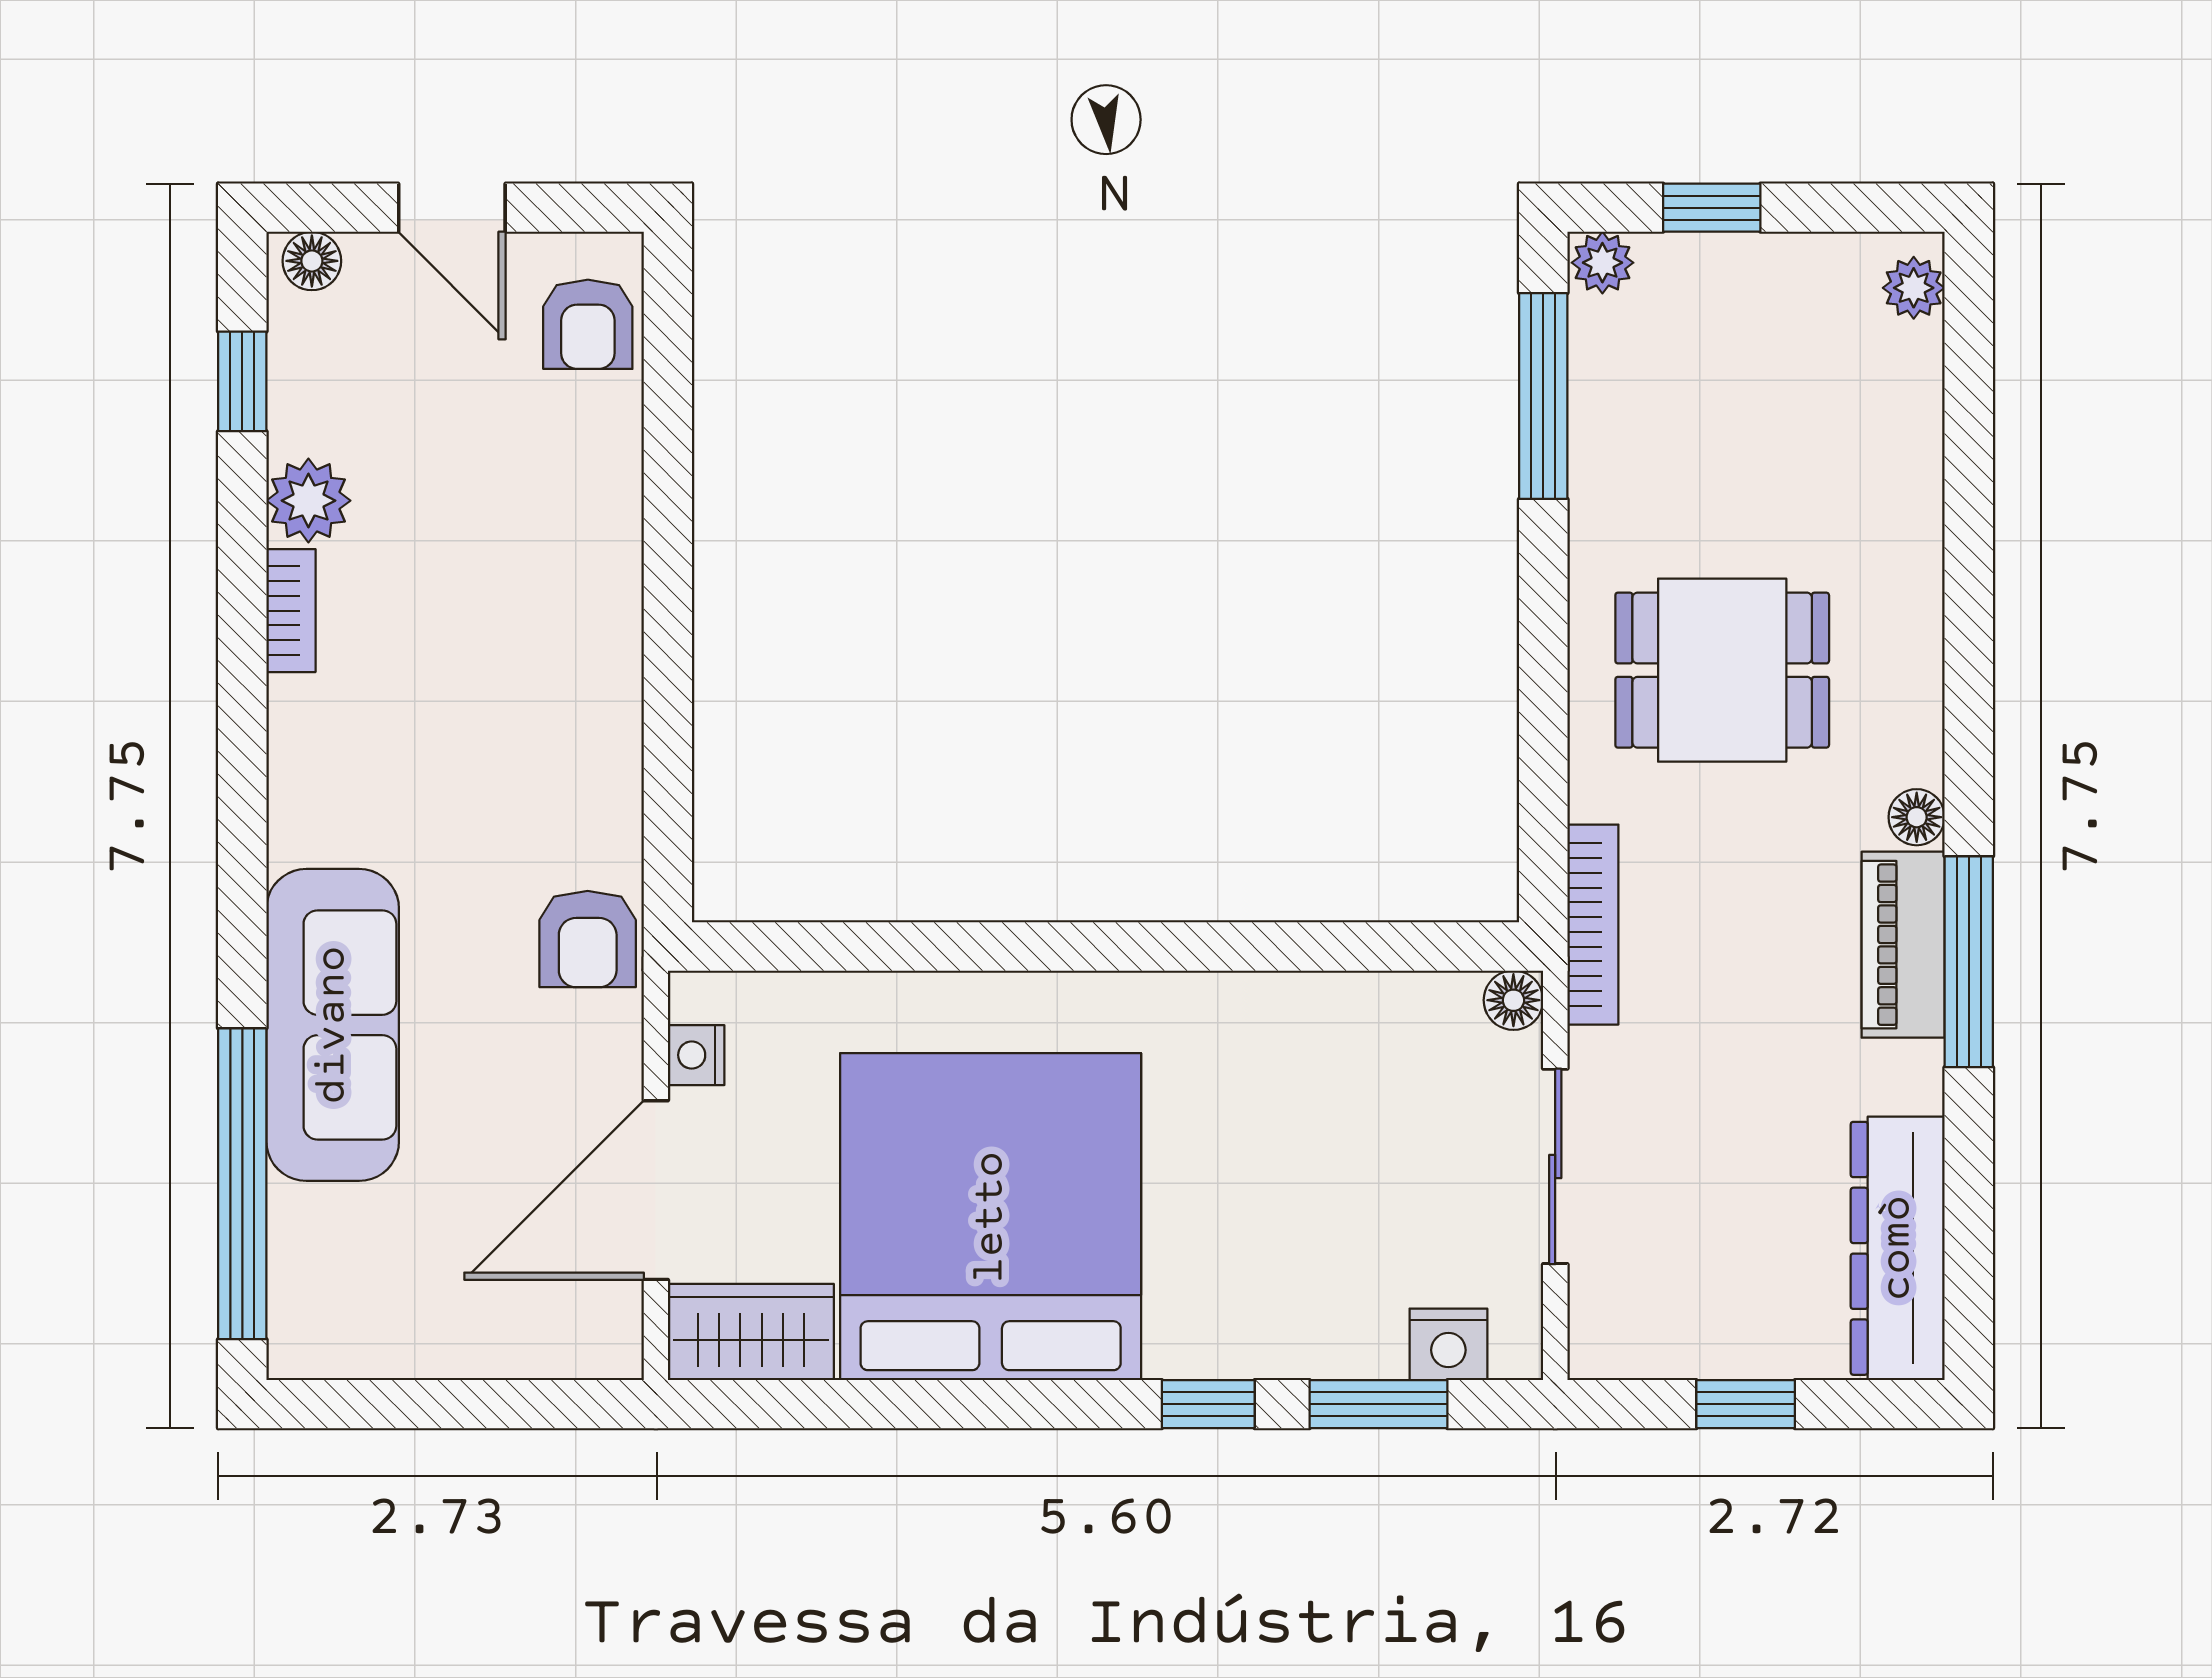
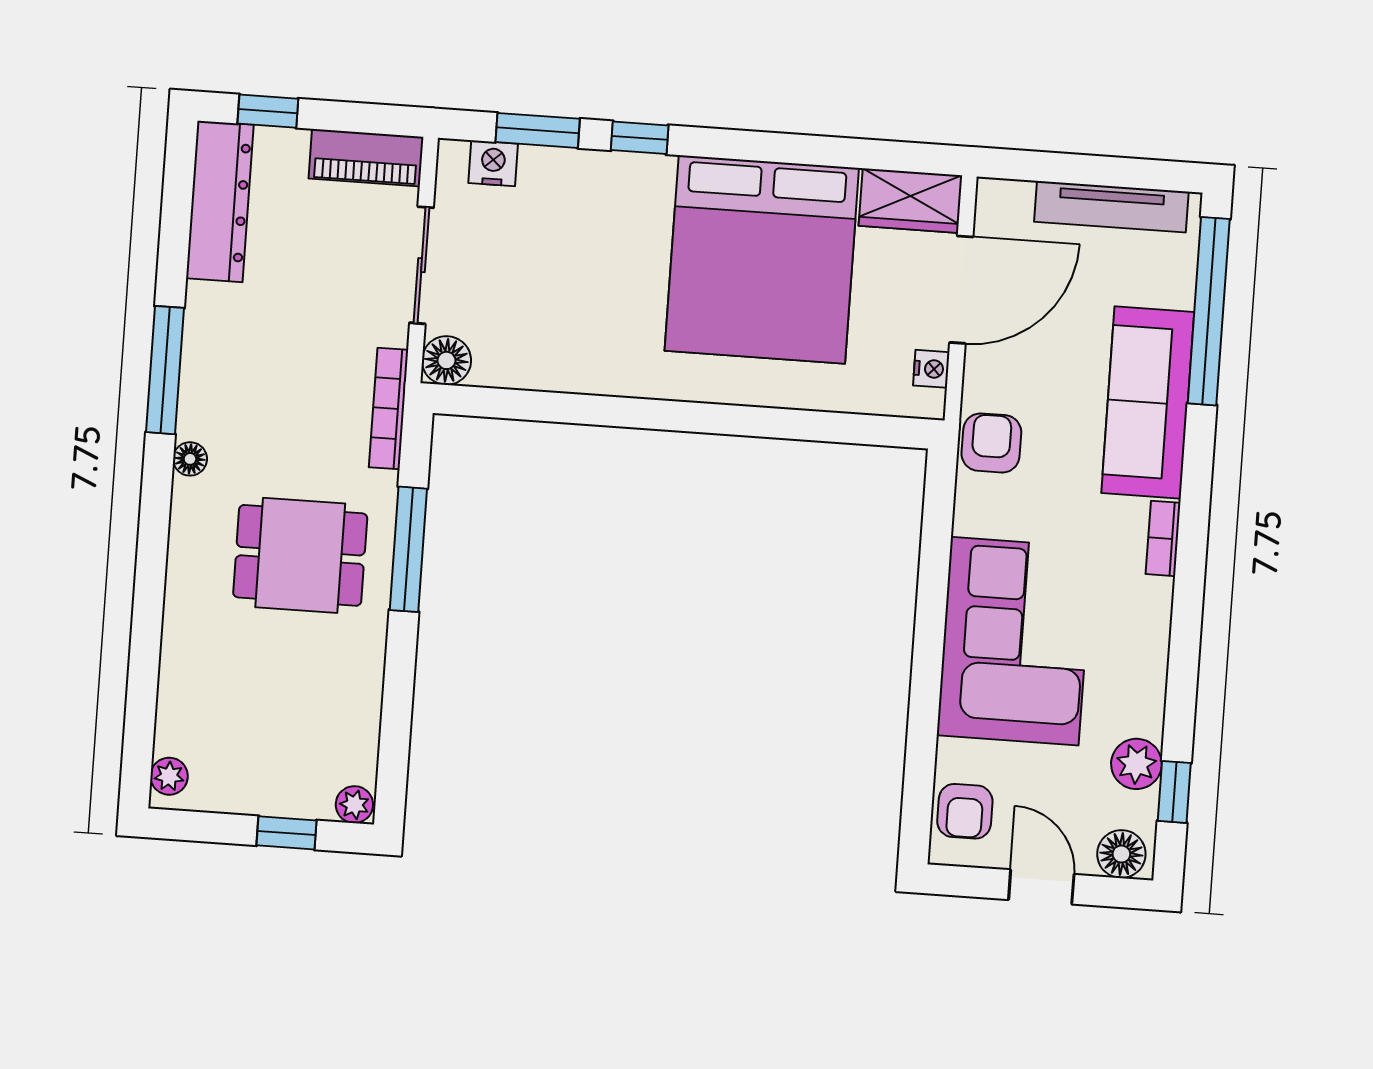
floor lamp: (312, 261) -> (1121, 854), width x1.37, depth x1.37
armchair: (588, 324) -> (965, 811), turned 180
window: (1543, 396) -> (408, 549), moved
plant: (308, 501) -> (1136, 764), moved
bookcase: (291, 611) -> (1163, 538), moved
corner sofa: (525, 613) -> (1015, 641), added
piano: (1903, 945) -> (366, 158), moved, turned 90
floor lamp: (1513, 1000) -> (446, 360), width x1.37, depth x1.37
tv unit: (416, 1346) -> (1111, 207), added
window: (1746, 1404) -> (268, 111), moved

